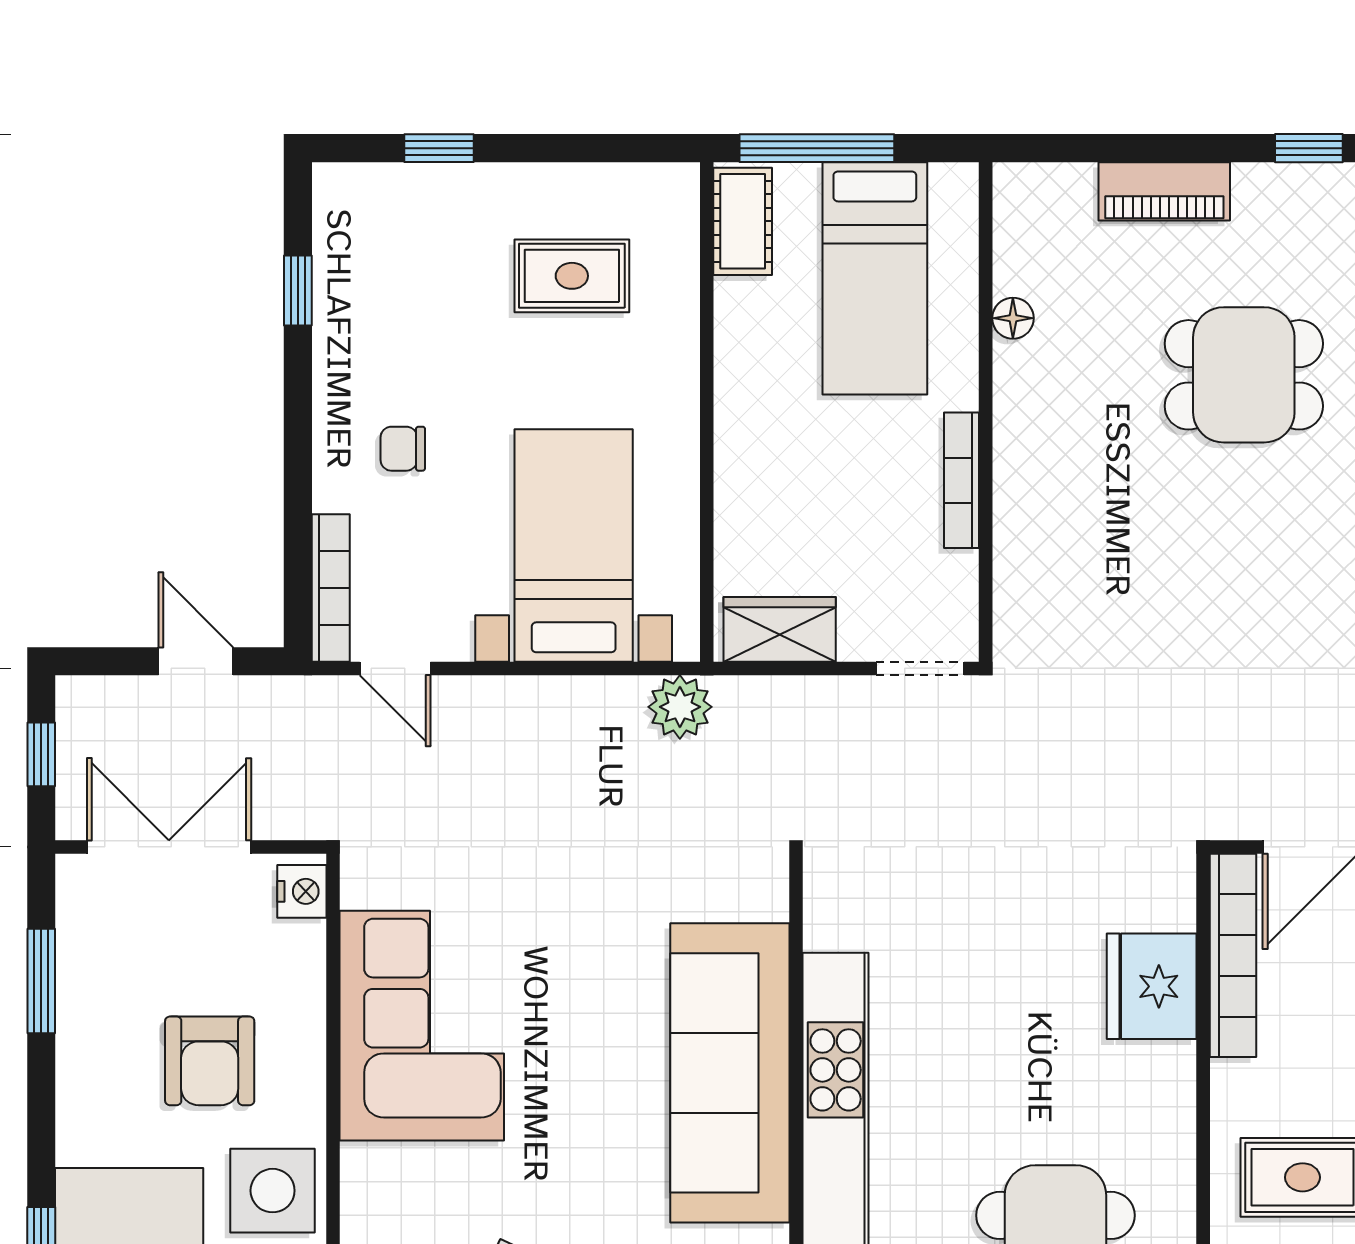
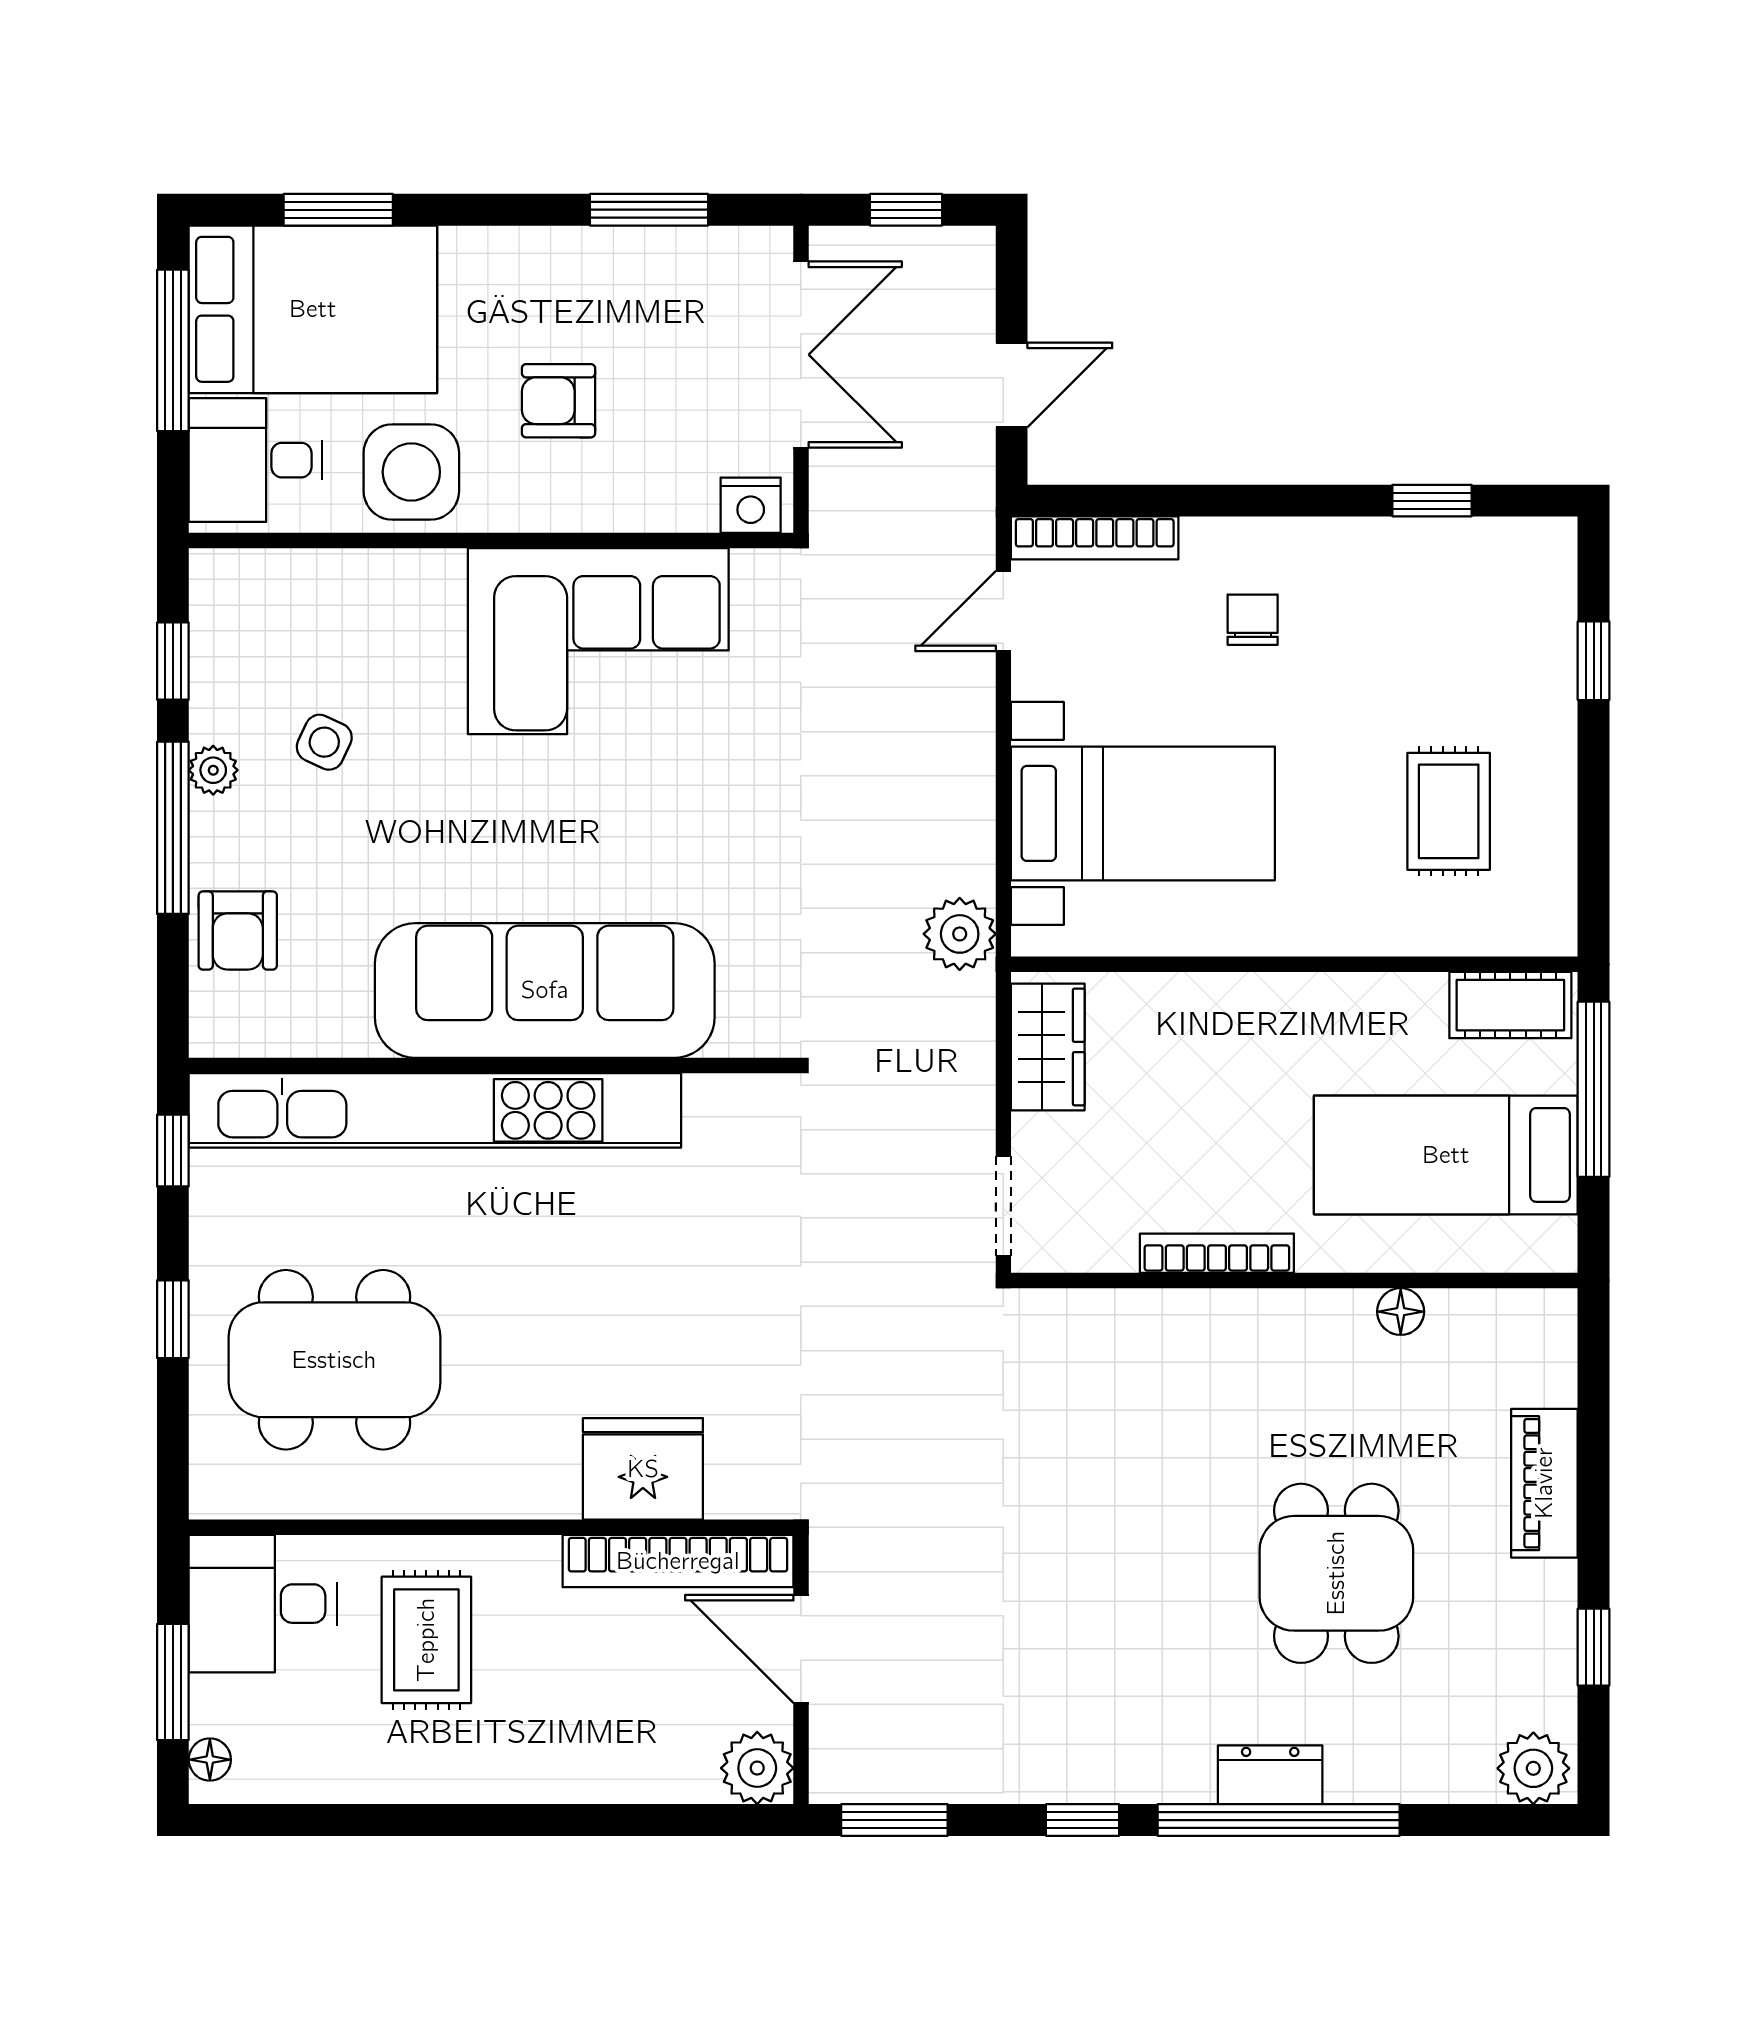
armchair: (210, 1061) -> (558, 401), width x0.72, depth x0.72

